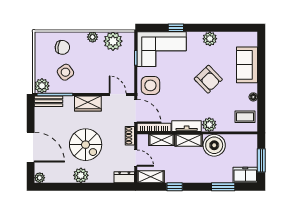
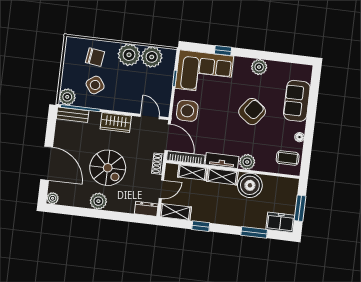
plant: (93, 37) -> (129, 55), width x1.87, depth x1.87
armchair: (208, 79) -> (252, 112), turned -99
door: (136, 158) -> (161, 189), hinge flipped

